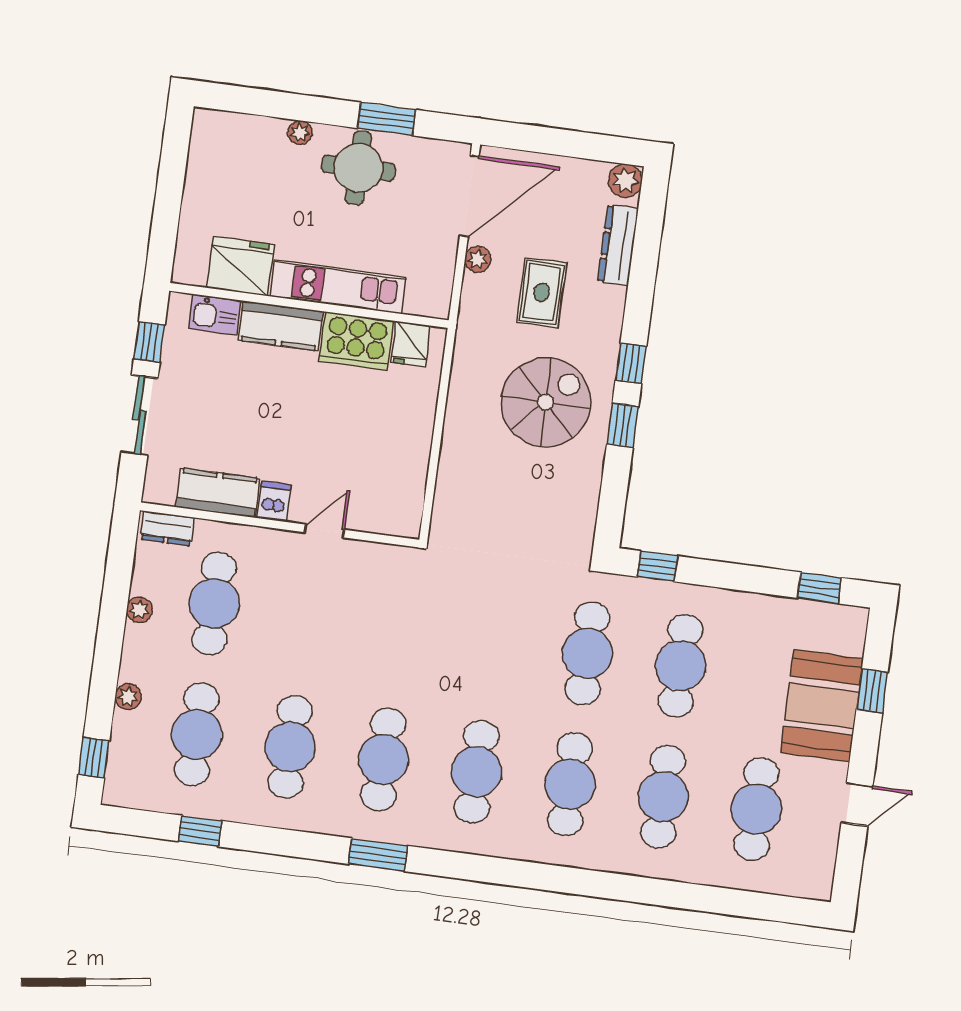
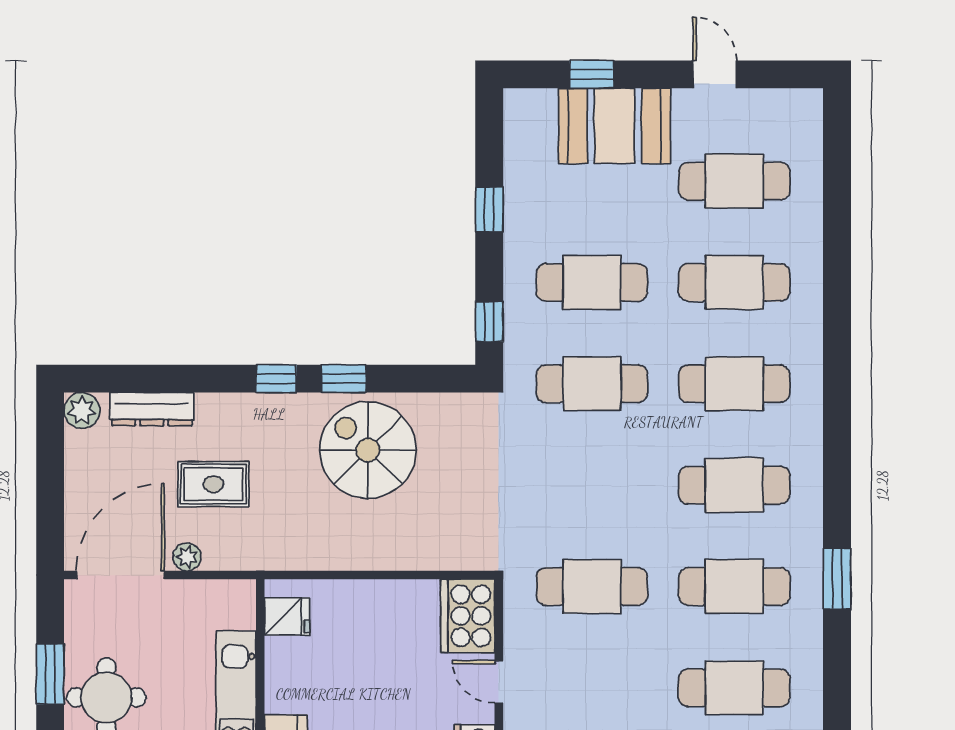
door: (469, 196) -> (121, 575), hinge flipped
cooker: (356, 341) -> (468, 616), moved, turned 180
spiral stairs: (546, 402) -> (368, 450), moved
window: (819, 588) -> (489, 209), moved
cafe table: (401, 628) -> (592, 587), added

